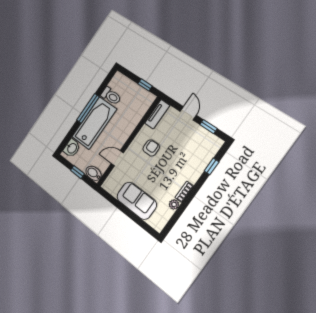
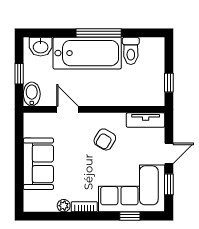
armchair: (151, 148) -> (105, 139), turned 121
corner sofa: (194, 153) -> (132, 188), added

